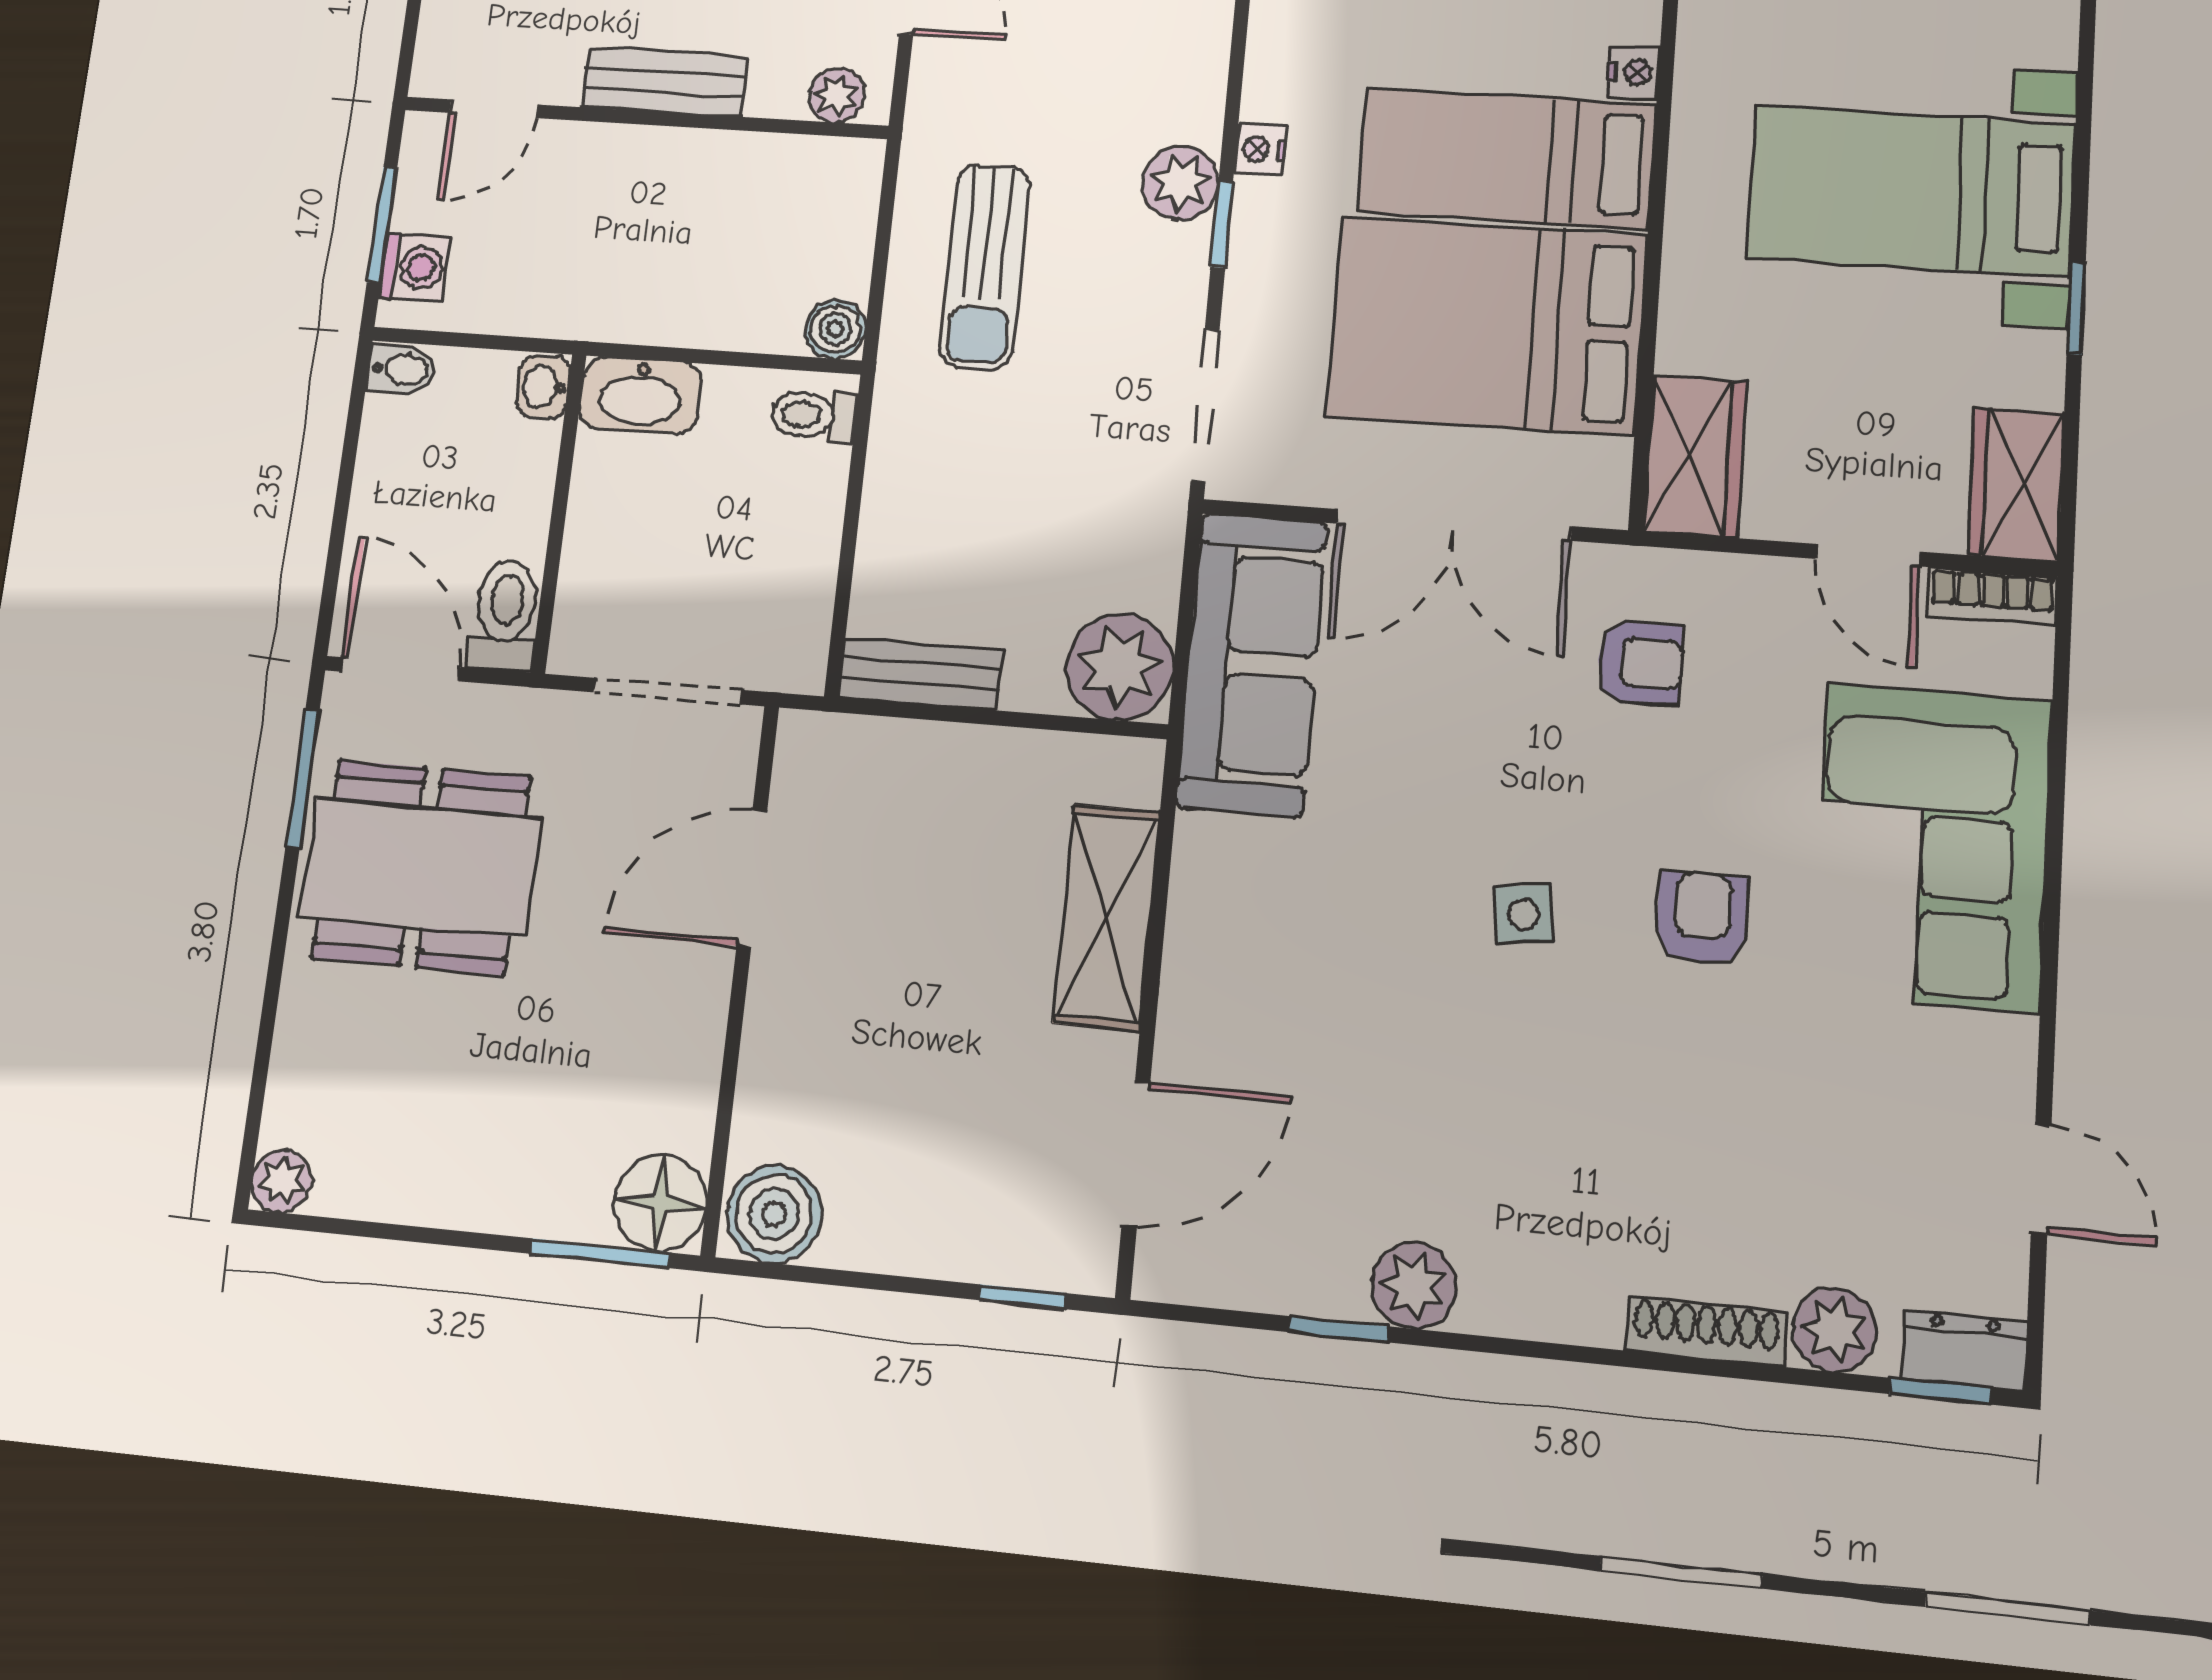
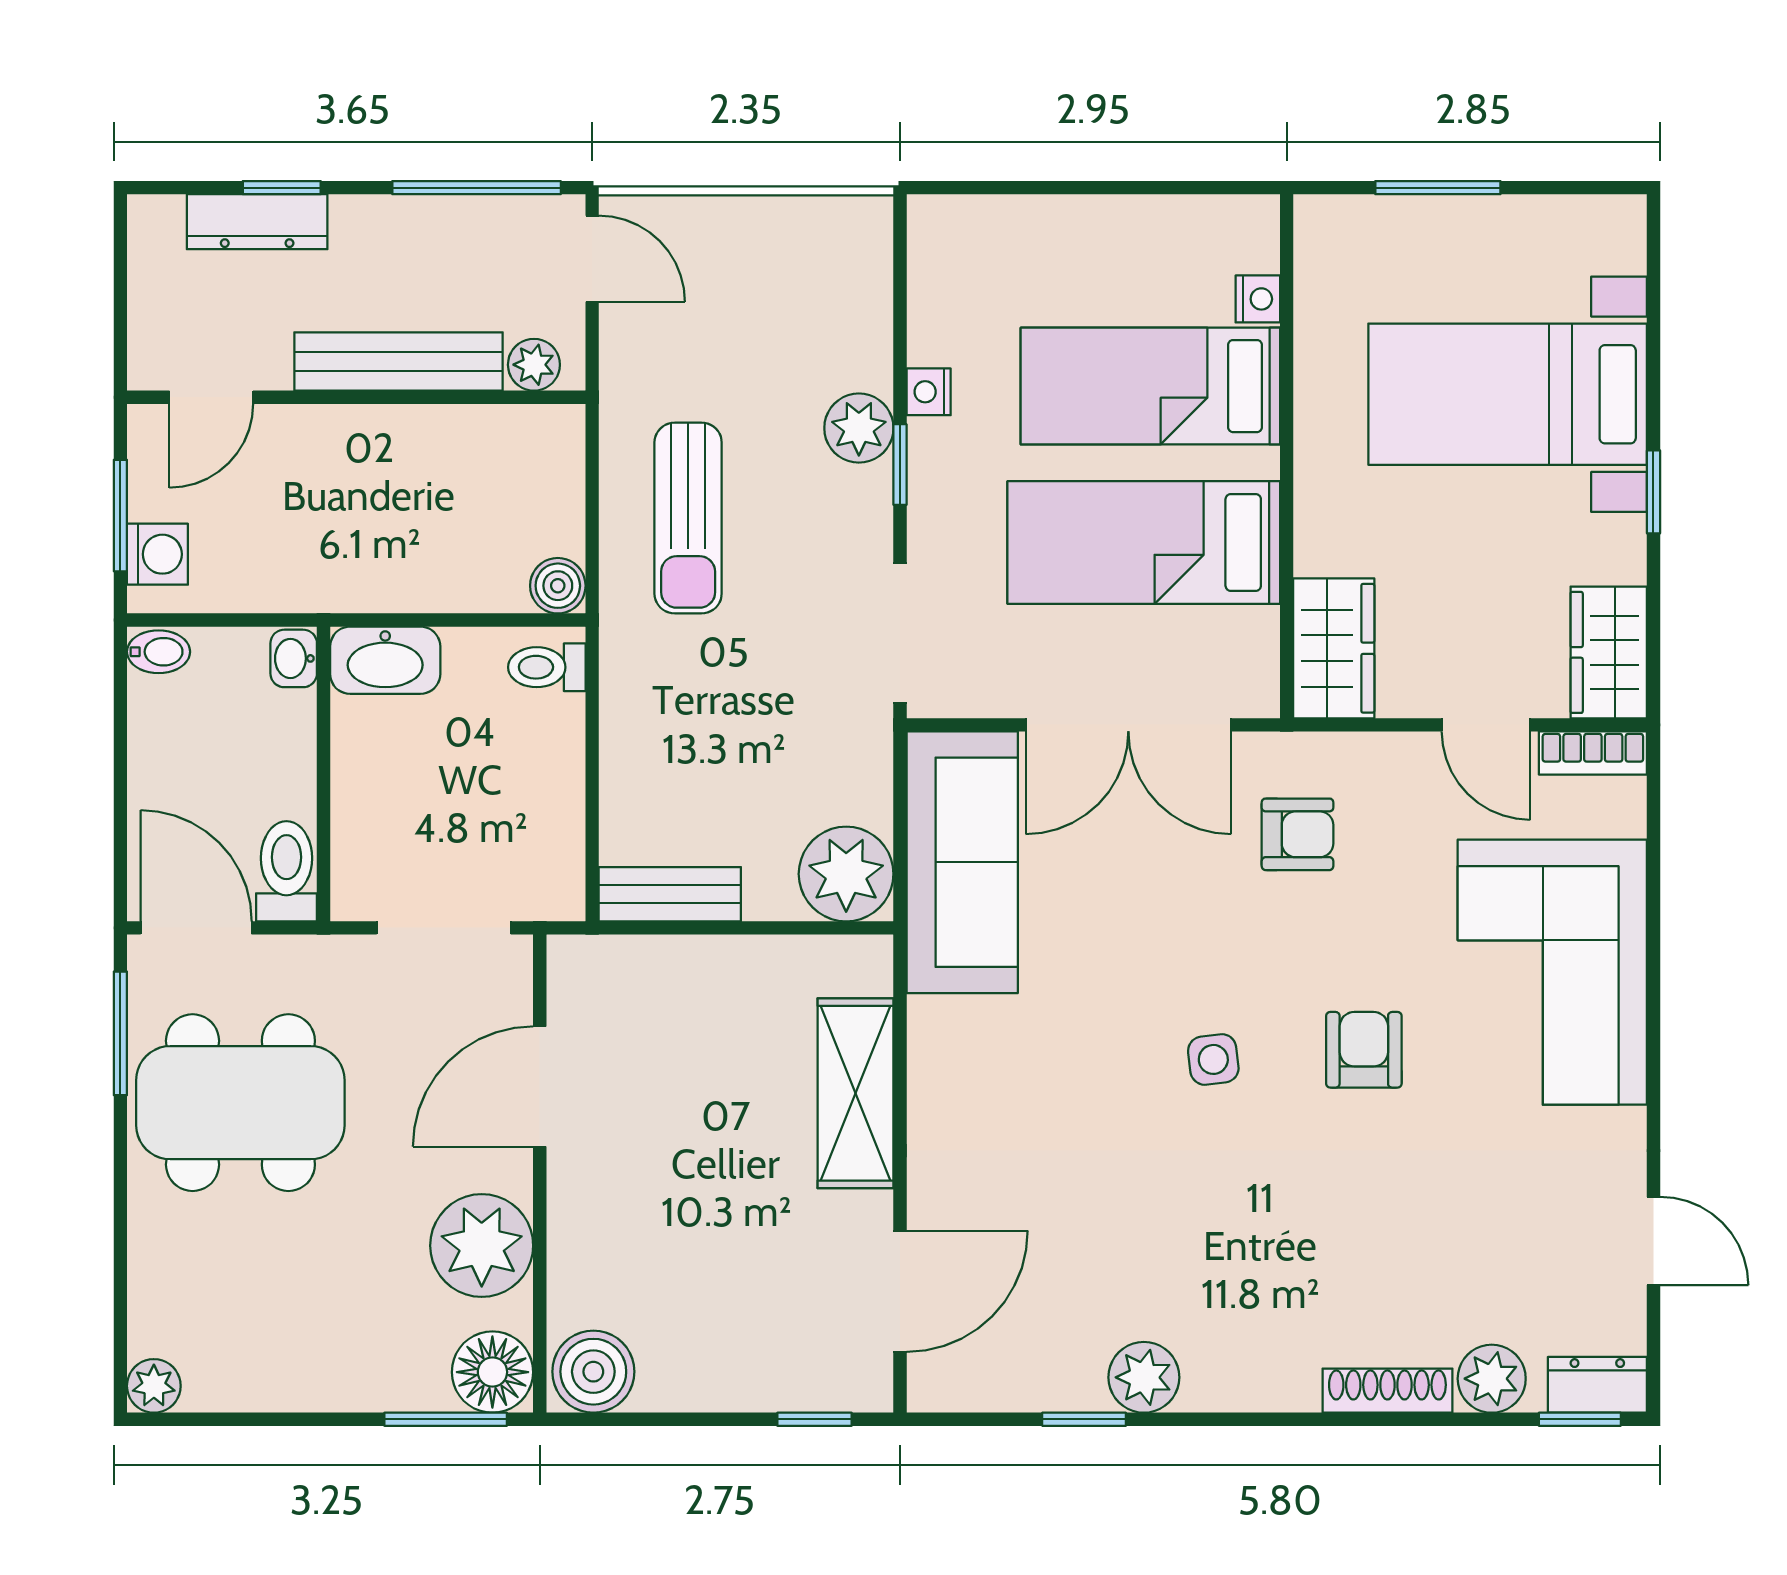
bench: (665, 82) -> (399, 362), width x1.36
bed: (1486, 326) -> (1144, 542), width x0.67
plant: (666, 1054) -> (482, 1246), added

